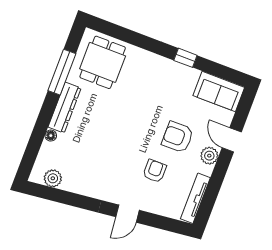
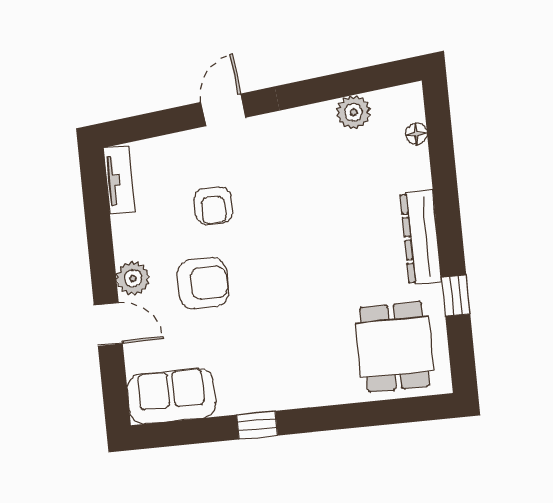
window: (62, 72) -> (456, 296), width x0.46
floor lamp: (51, 136) -> (416, 134), moved
plant: (53, 178) -> (354, 112), moved
tv unit: (195, 198) -> (119, 180), width x0.71

